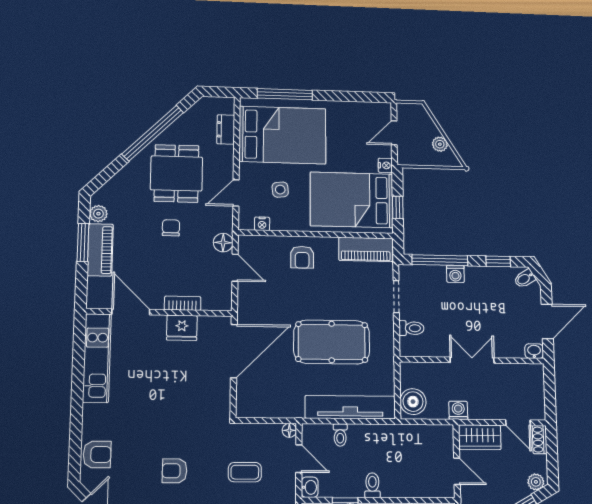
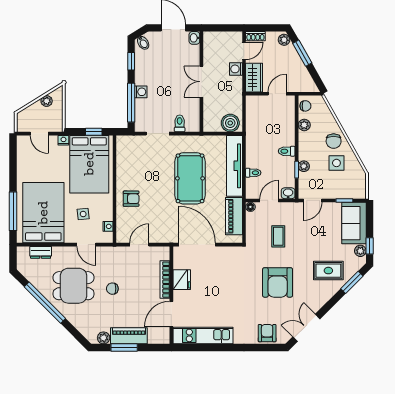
floor lamp: (223, 243) -> (122, 253), removed
piano: (366, 249) -> (234, 216), moved, turned 180
bookcase: (183, 303) -> (165, 280), width x1.56
washing machine: (458, 410) -> (236, 69), moved
armchair: (175, 471) -> (278, 282), width x1.88, depth x1.88

